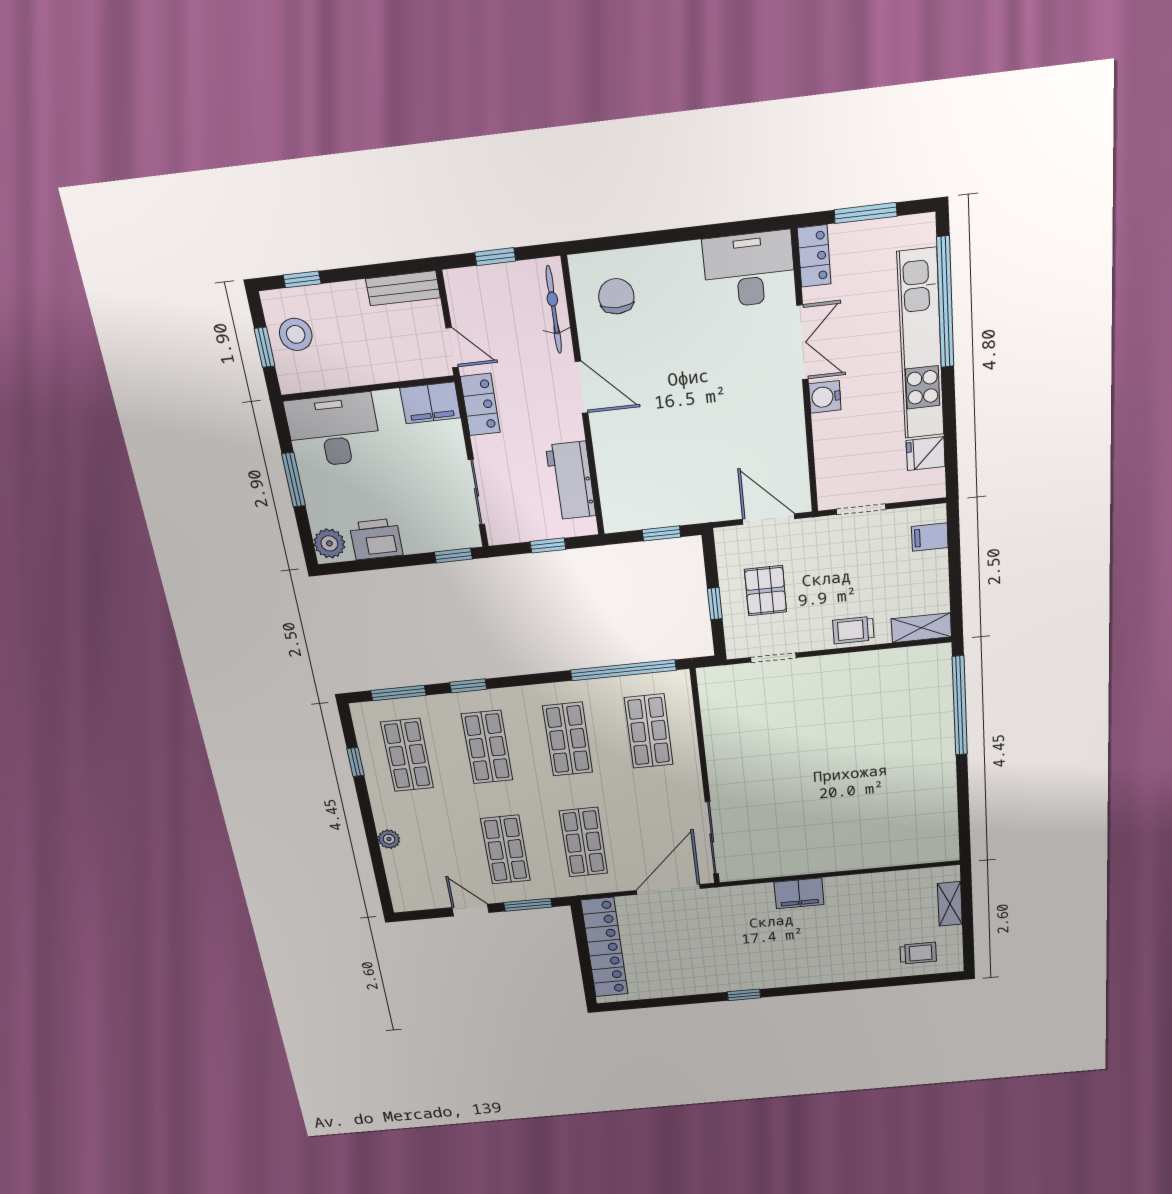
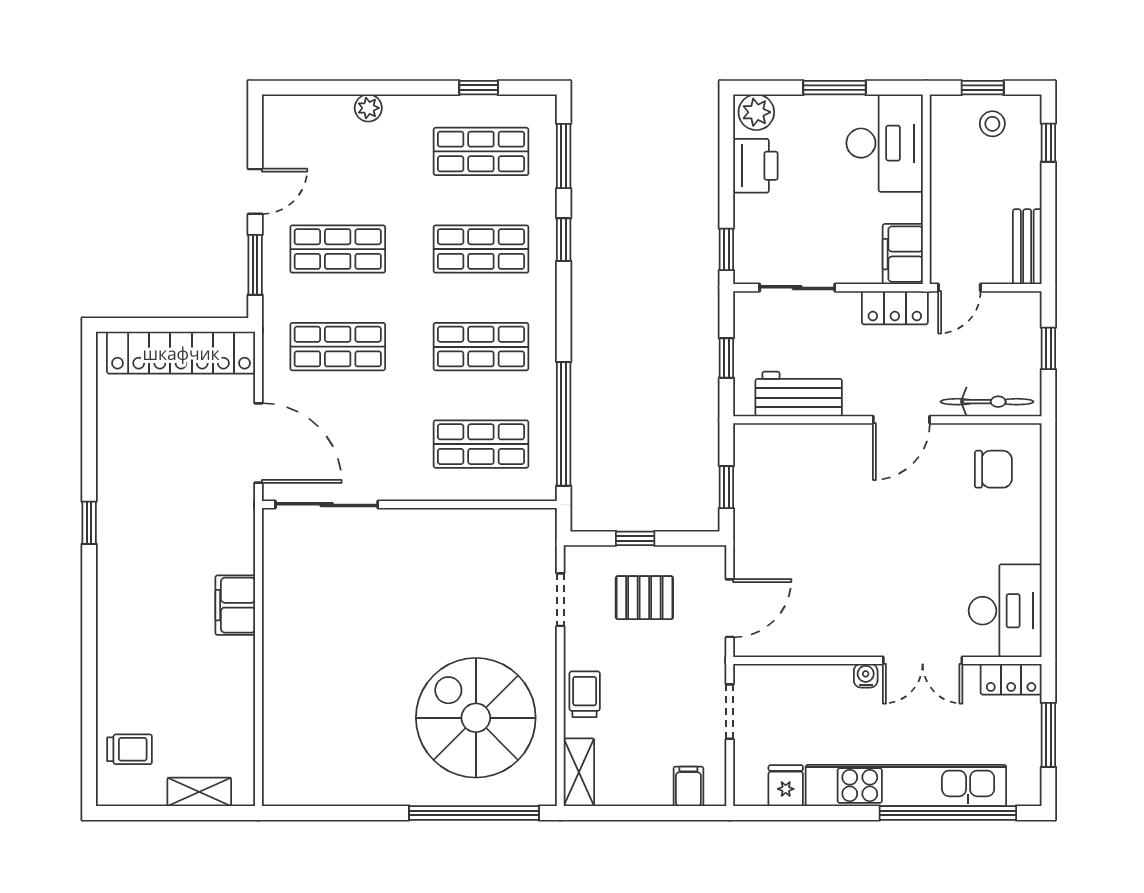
stool: (296, 334) -> (992, 124), width x0.73, depth x0.73
water cooler: (825, 397) -> (866, 676), width x0.72, depth x0.72
spiral stairs: (879, 712) -> (476, 718), added
trolley: (918, 953) -> (130, 749), turned -90

